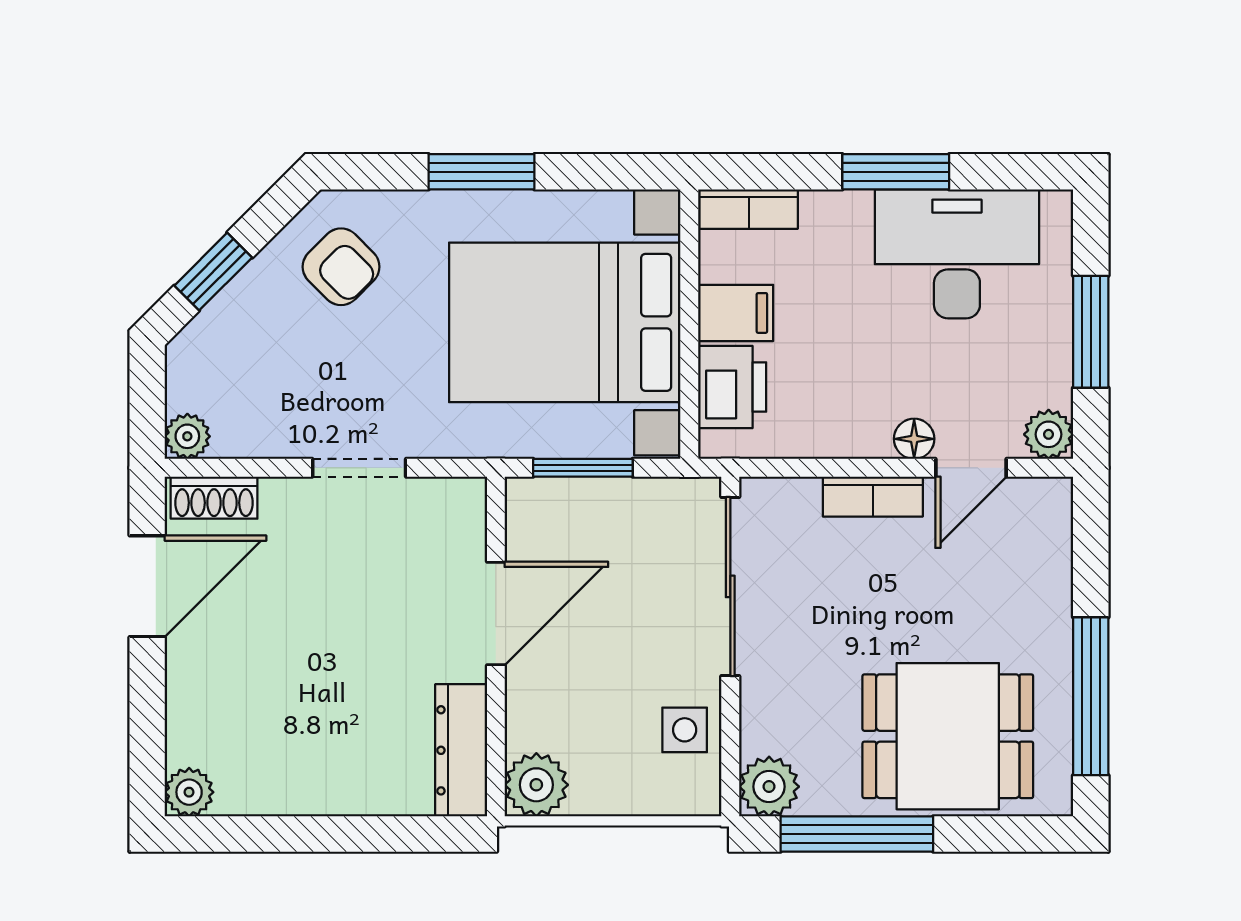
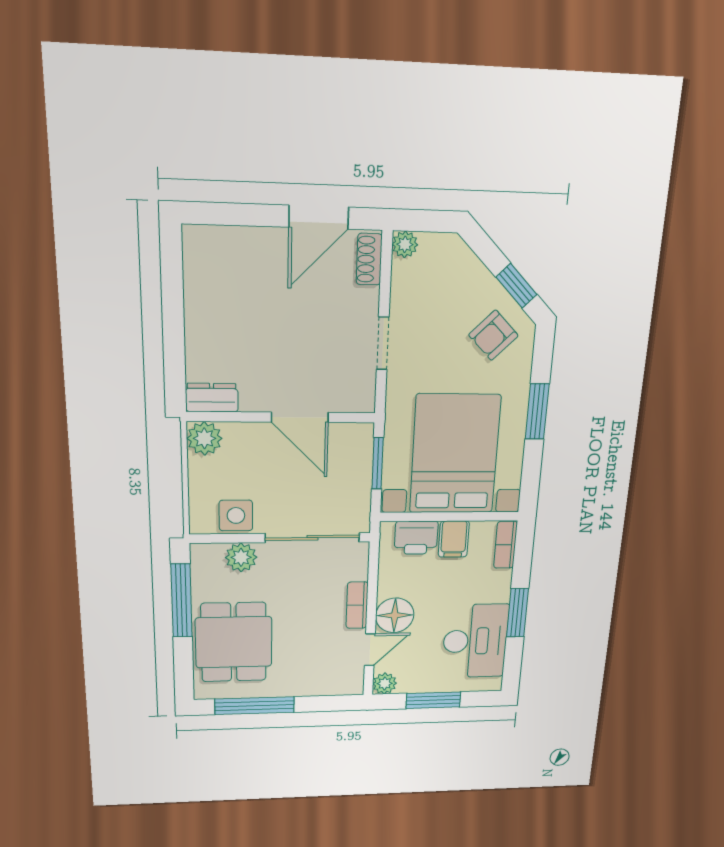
window: (213, 272) -> (516, 286), moved
floor lamp: (914, 439) -> (395, 615), width x1.89, depth x1.89
door: (971, 468) -> (370, 650), swing flipped
door: (147, 586) -> (319, 217), hinge flipped
side table: (685, 730) -> (236, 515), width x1.37, depth x1.37
dresser: (461, 750) -> (212, 398), width x0.70
plant: (769, 787) -> (241, 557), moved
plant: (189, 792) -> (196, 239), removed

